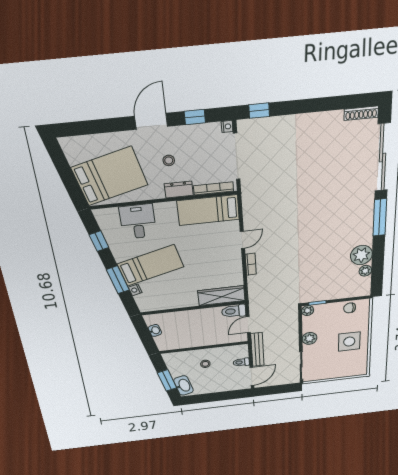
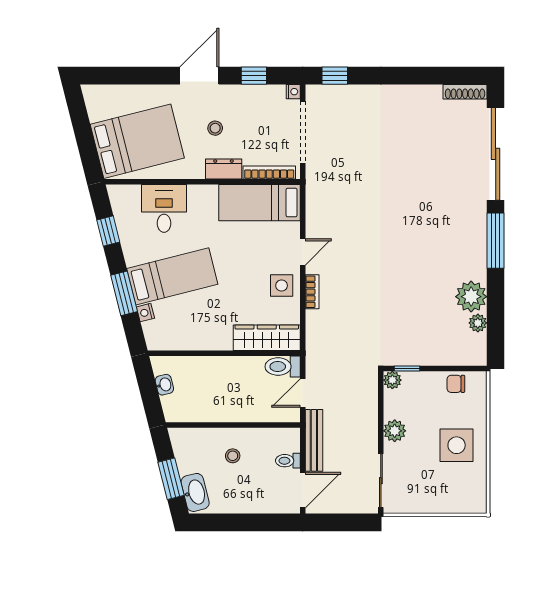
side table: (229, 263) -> (282, 286), added

